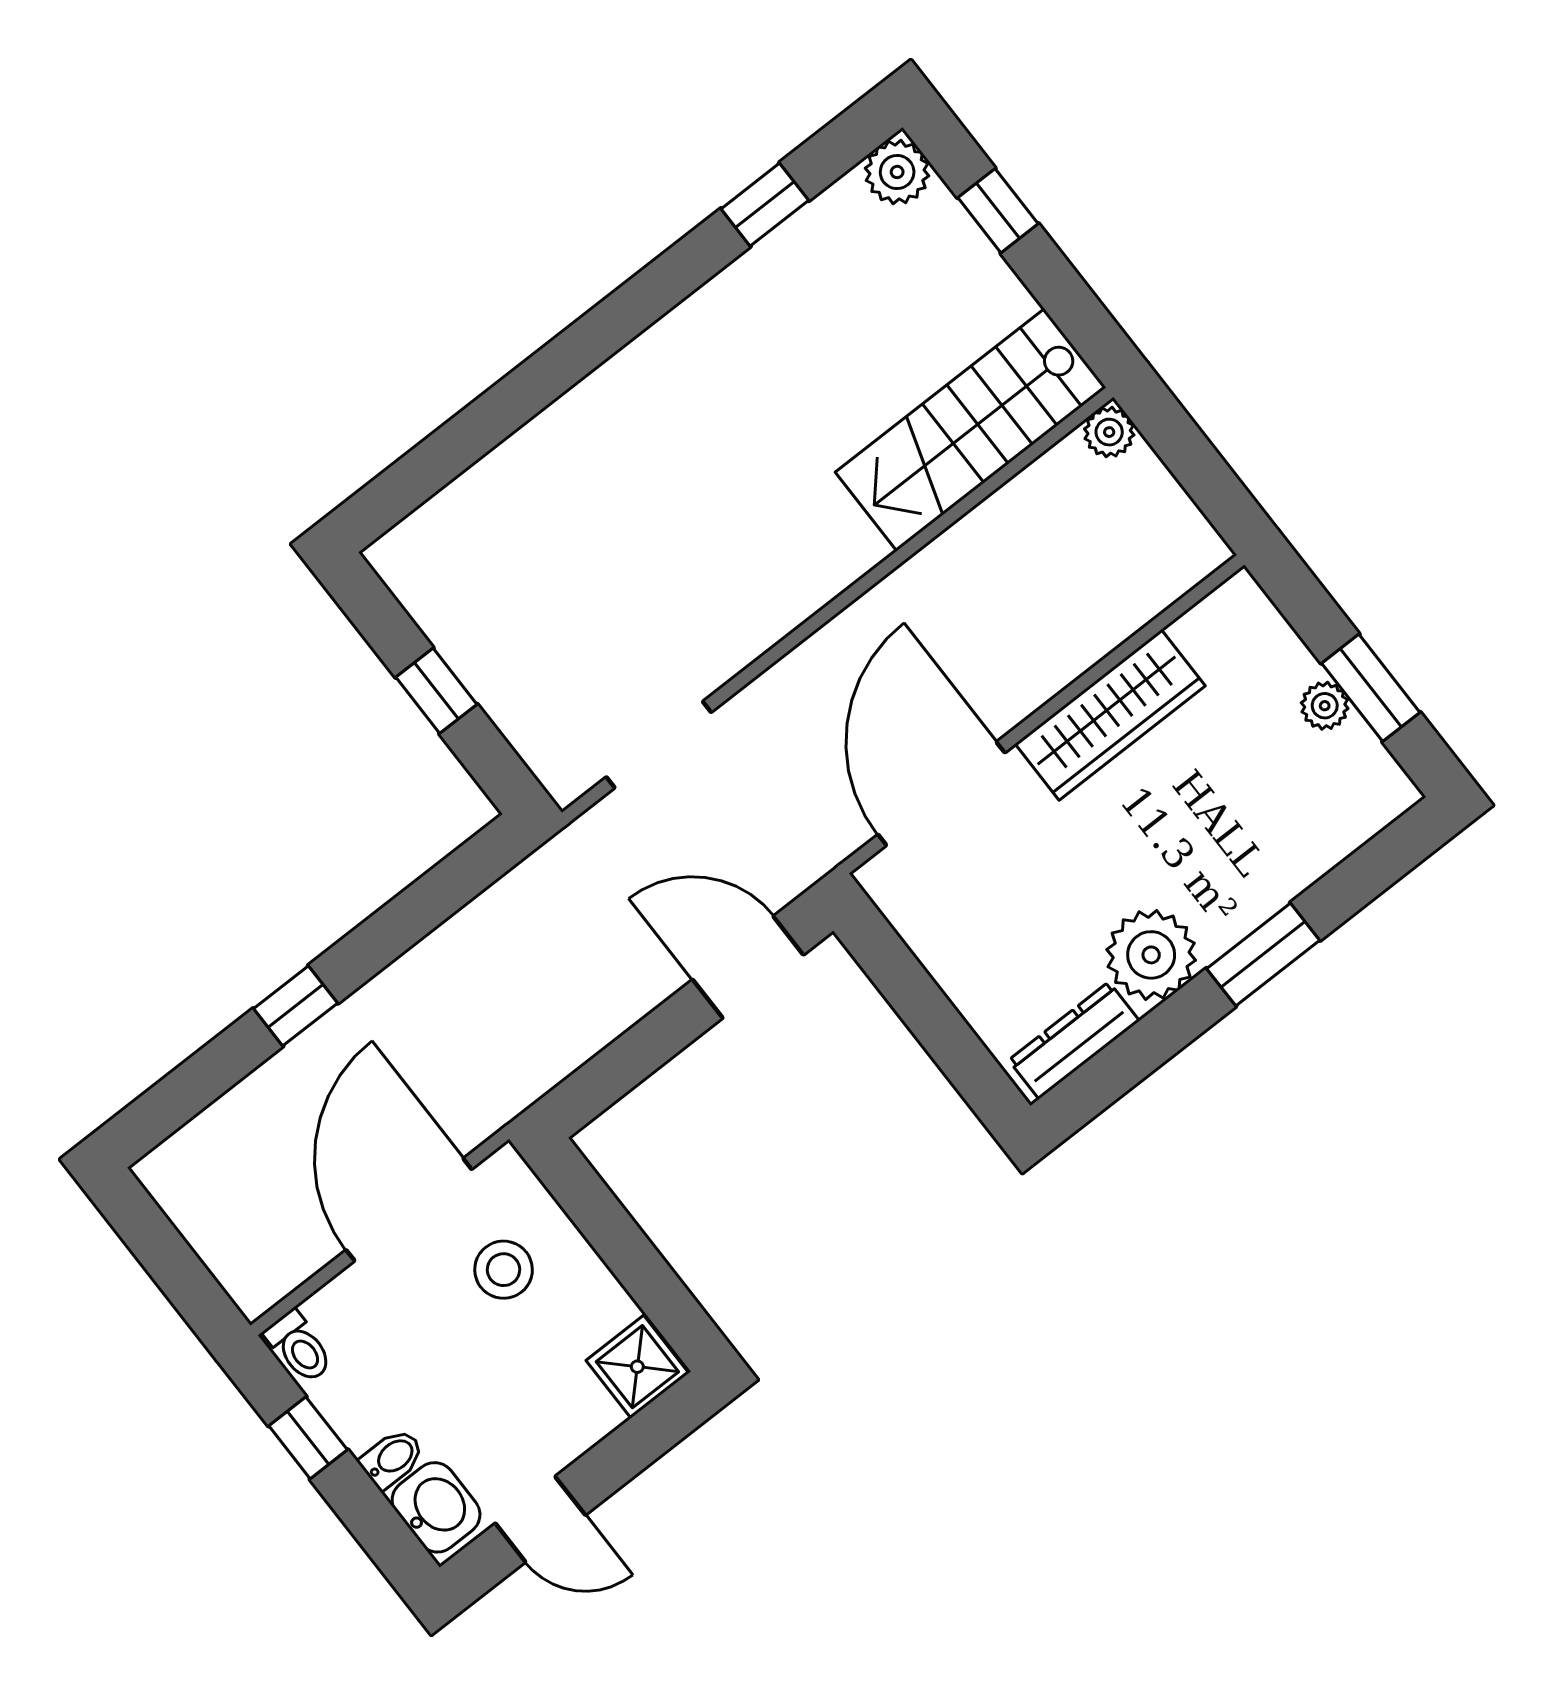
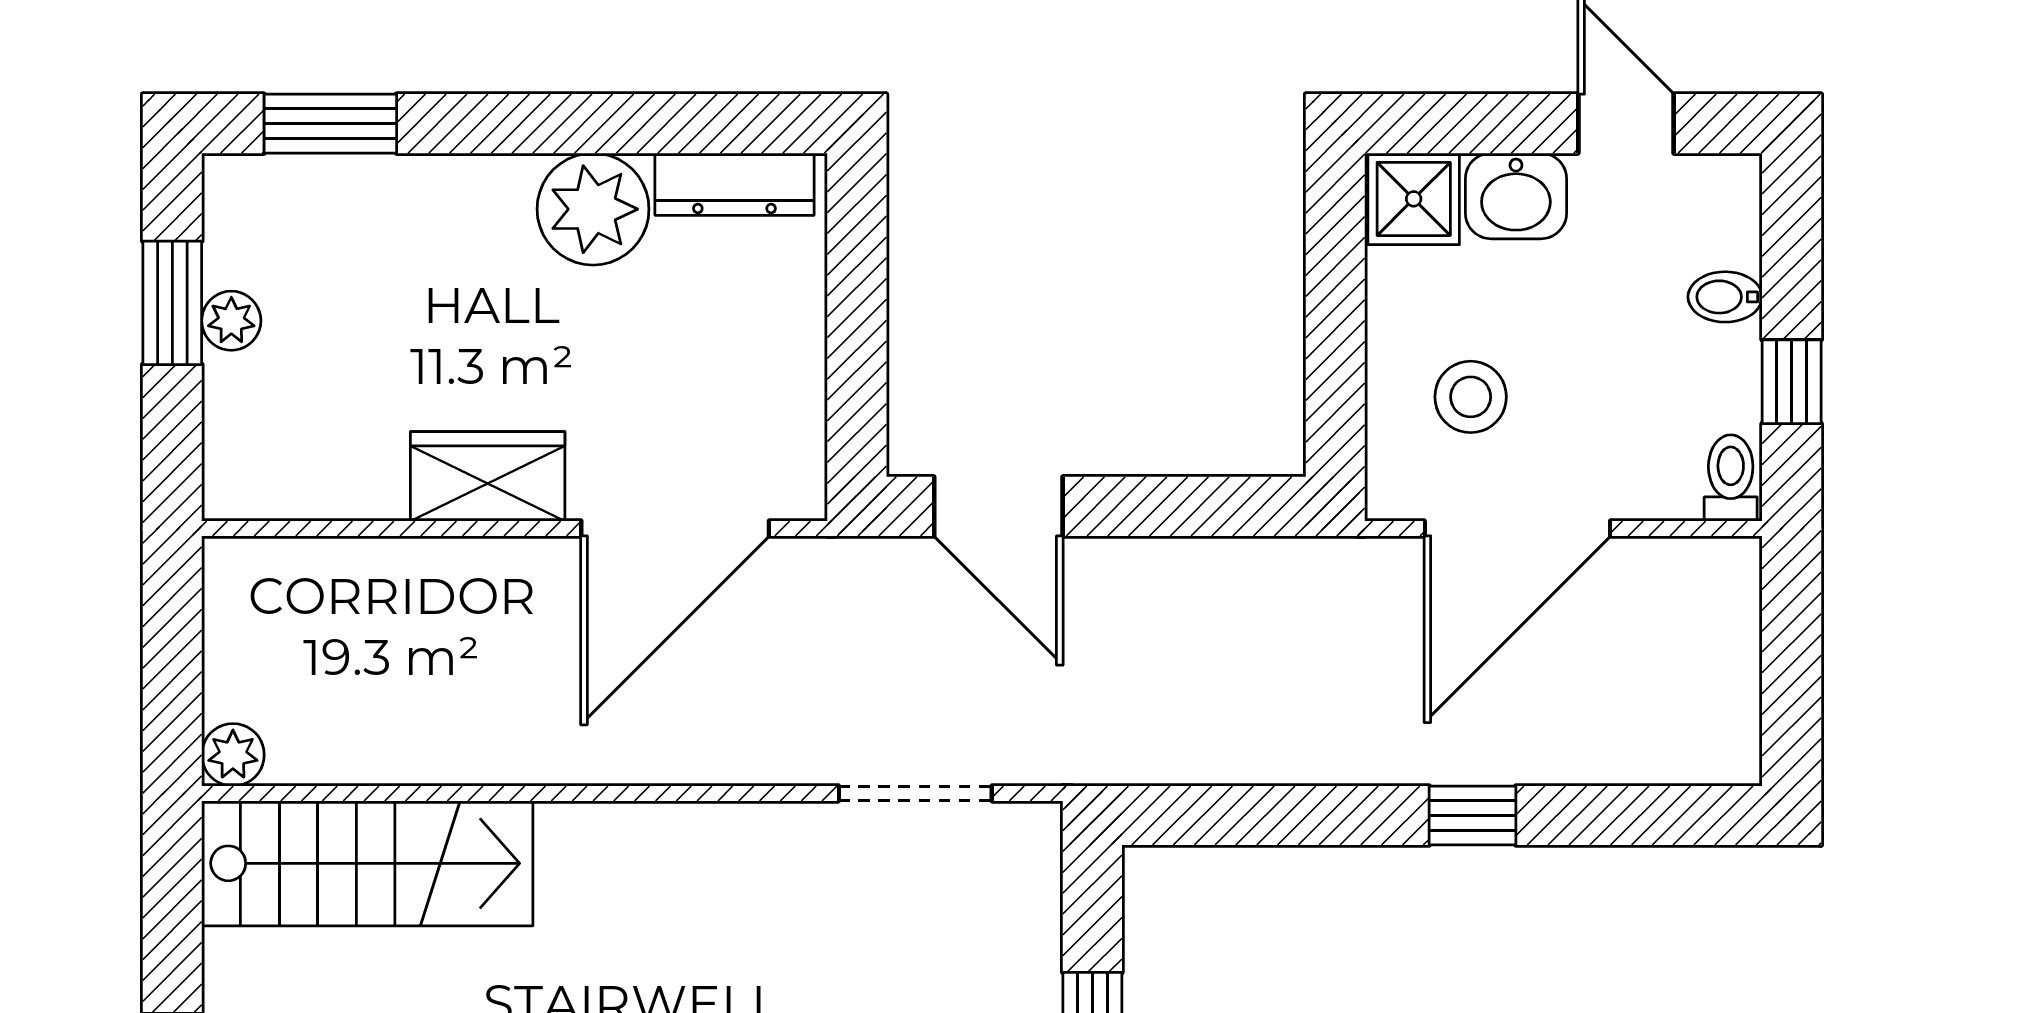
wardrobe: (1110, 715) -> (488, 476), width x0.67
window: (1263, 954) -> (330, 124), moved
washbasin: (436, 1507) -> (1516, 196), moved, turned -90

